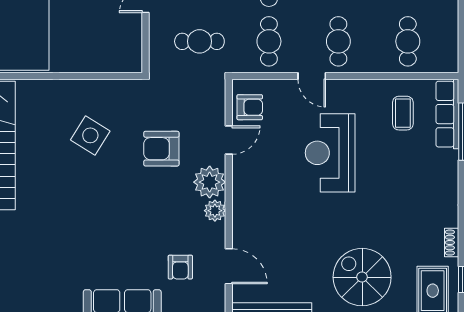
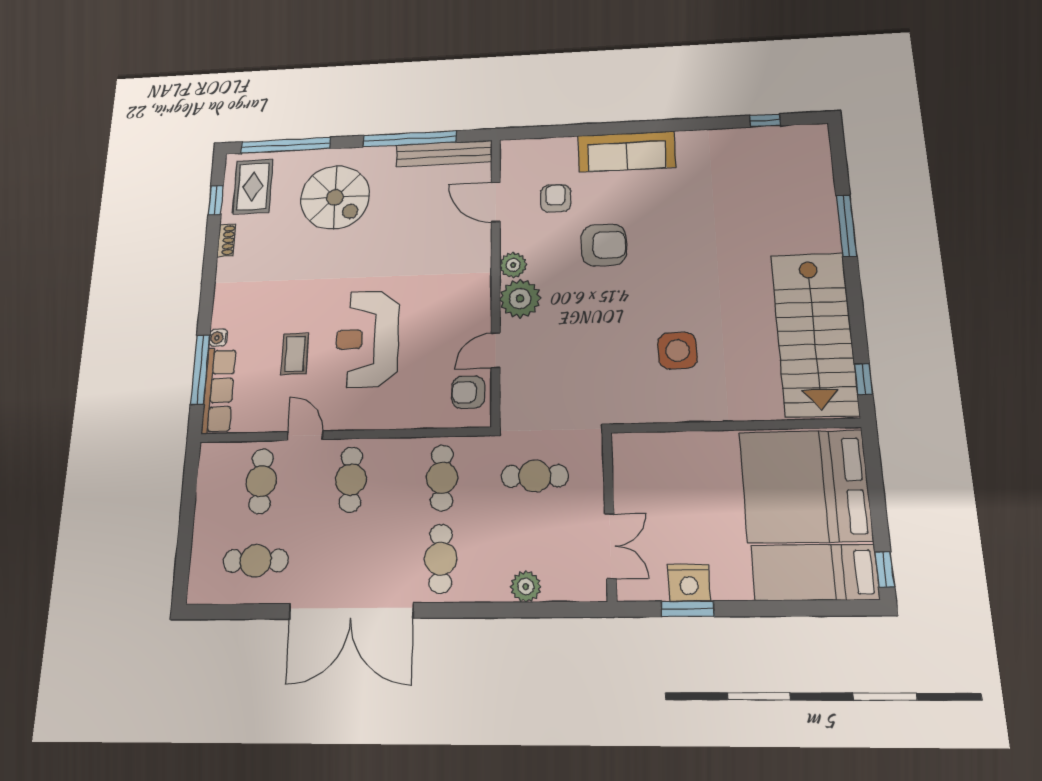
door: (312, 76) -> (305, 436), moved
coffee table: (403, 113) -> (295, 354), moved
side table: (90, 135) -> (677, 351), turned -33
armchair: (161, 149) -> (604, 245), moved
reception desk: (330, 153) -> (367, 339), turned 180
water cooler: (451, 158) -> (218, 338), added

